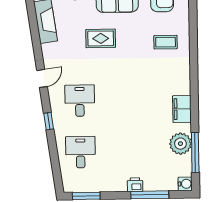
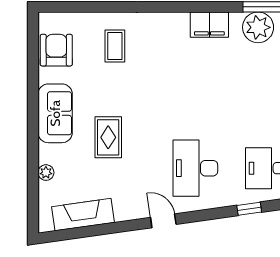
desk: (80, 101) -> (195, 168), width x1.37
window: (49, 121) -> (249, 209), moved

